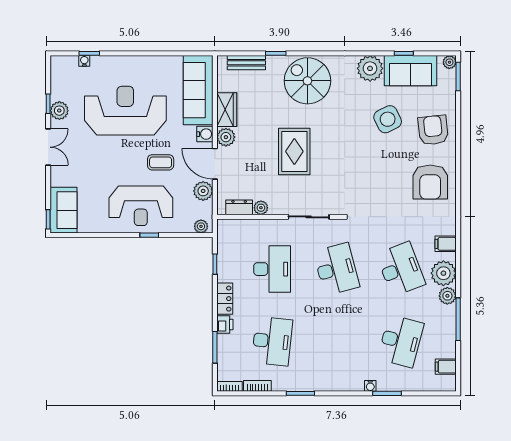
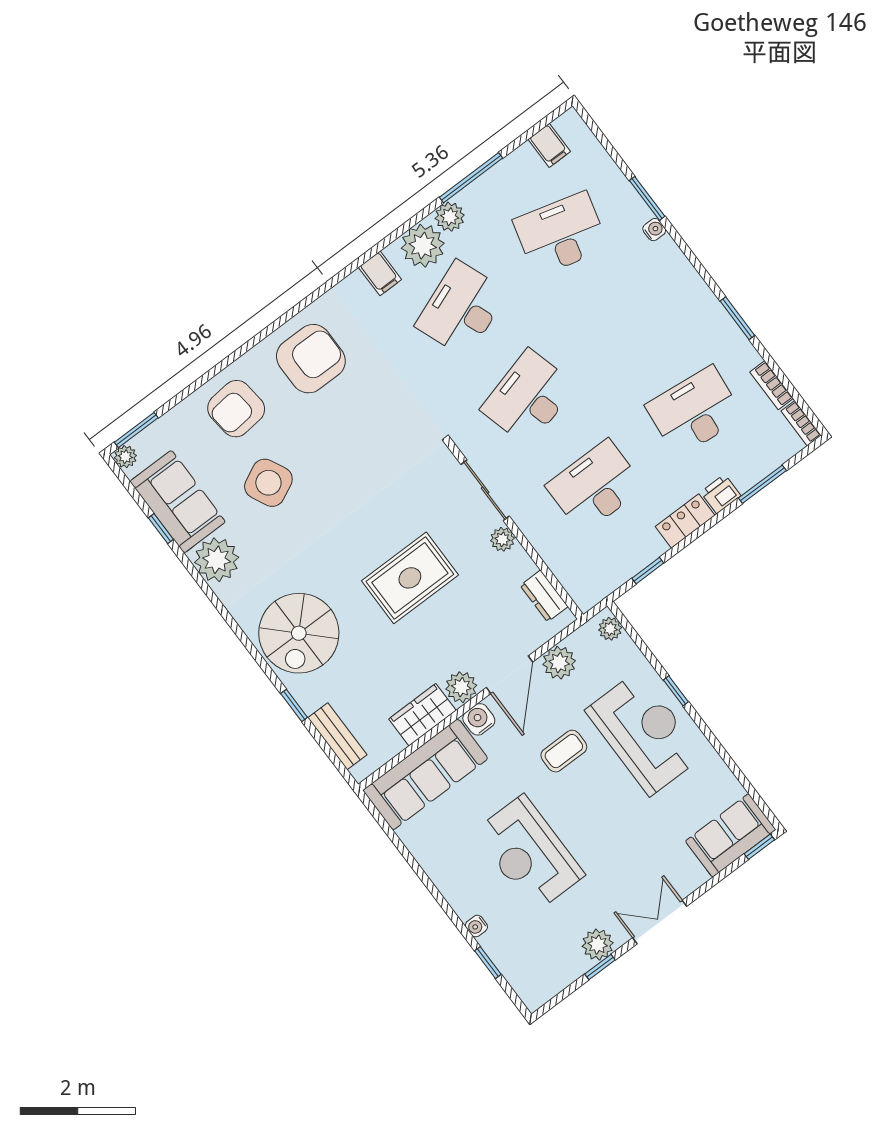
water cooler: (84, 61) -> (476, 926), moved
reception desk: (125, 111) -> (529, 853), width x0.74, depth x0.77
coffee table: (161, 162) -> (564, 751), turned 90
plant: (261, 208) -> (502, 539), moved

